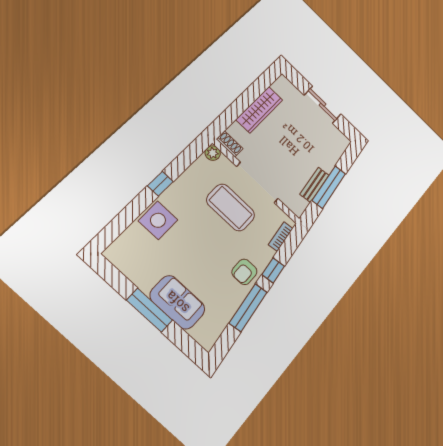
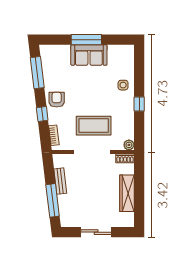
window: (329, 187) -> (53, 200), moved
side table: (158, 220) -> (123, 85), width x0.54, depth x0.54
sofa: (177, 302) -> (89, 55), moved
window: (248, 308) -> (37, 73), moved

